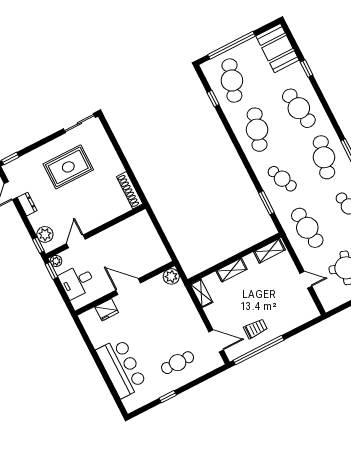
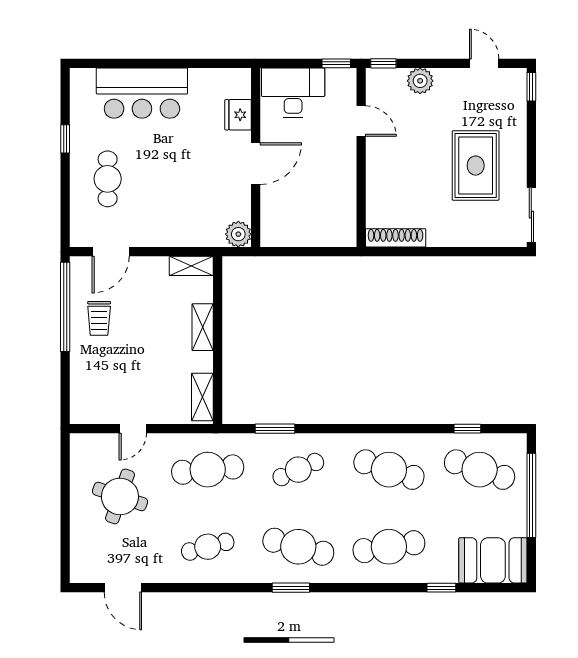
dresser: (27, 204) -> (452, 77), removed
plant: (45, 234) -> (420, 81), moved
plant: (56, 261) -> (347, 77), removed
desk: (77, 281) -> (293, 93), width x1.37

